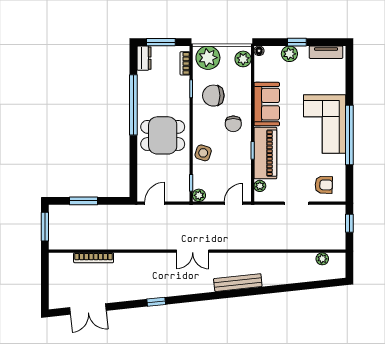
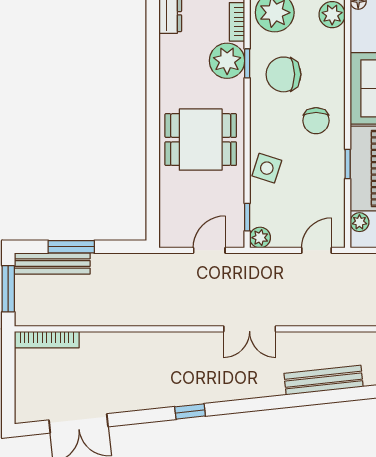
plant: (179, 87) -> (227, 61), added
window: (133, 105) -> (153, 90), removed
door: (155, 203) -> (209, 250), moved
bench: (72, 211) -> (52, 263), added
bookcase: (94, 258) -> (47, 340), moved

